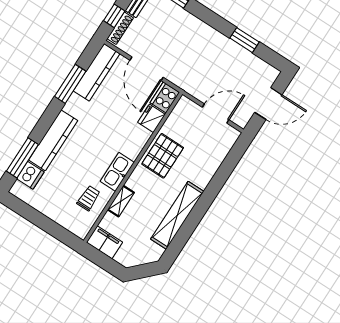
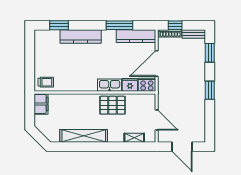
window: (245, 40) -> (210, 90), moved
window: (22, 158) -> (59, 25), width x0.69
kitchen sink: (117, 172) -> (110, 85), moved
dishwasher: (30, 175) -> (52, 36), removed
trolley: (89, 198) -> (46, 82), moved
shelving: (121, 201) -> (134, 138), moved

